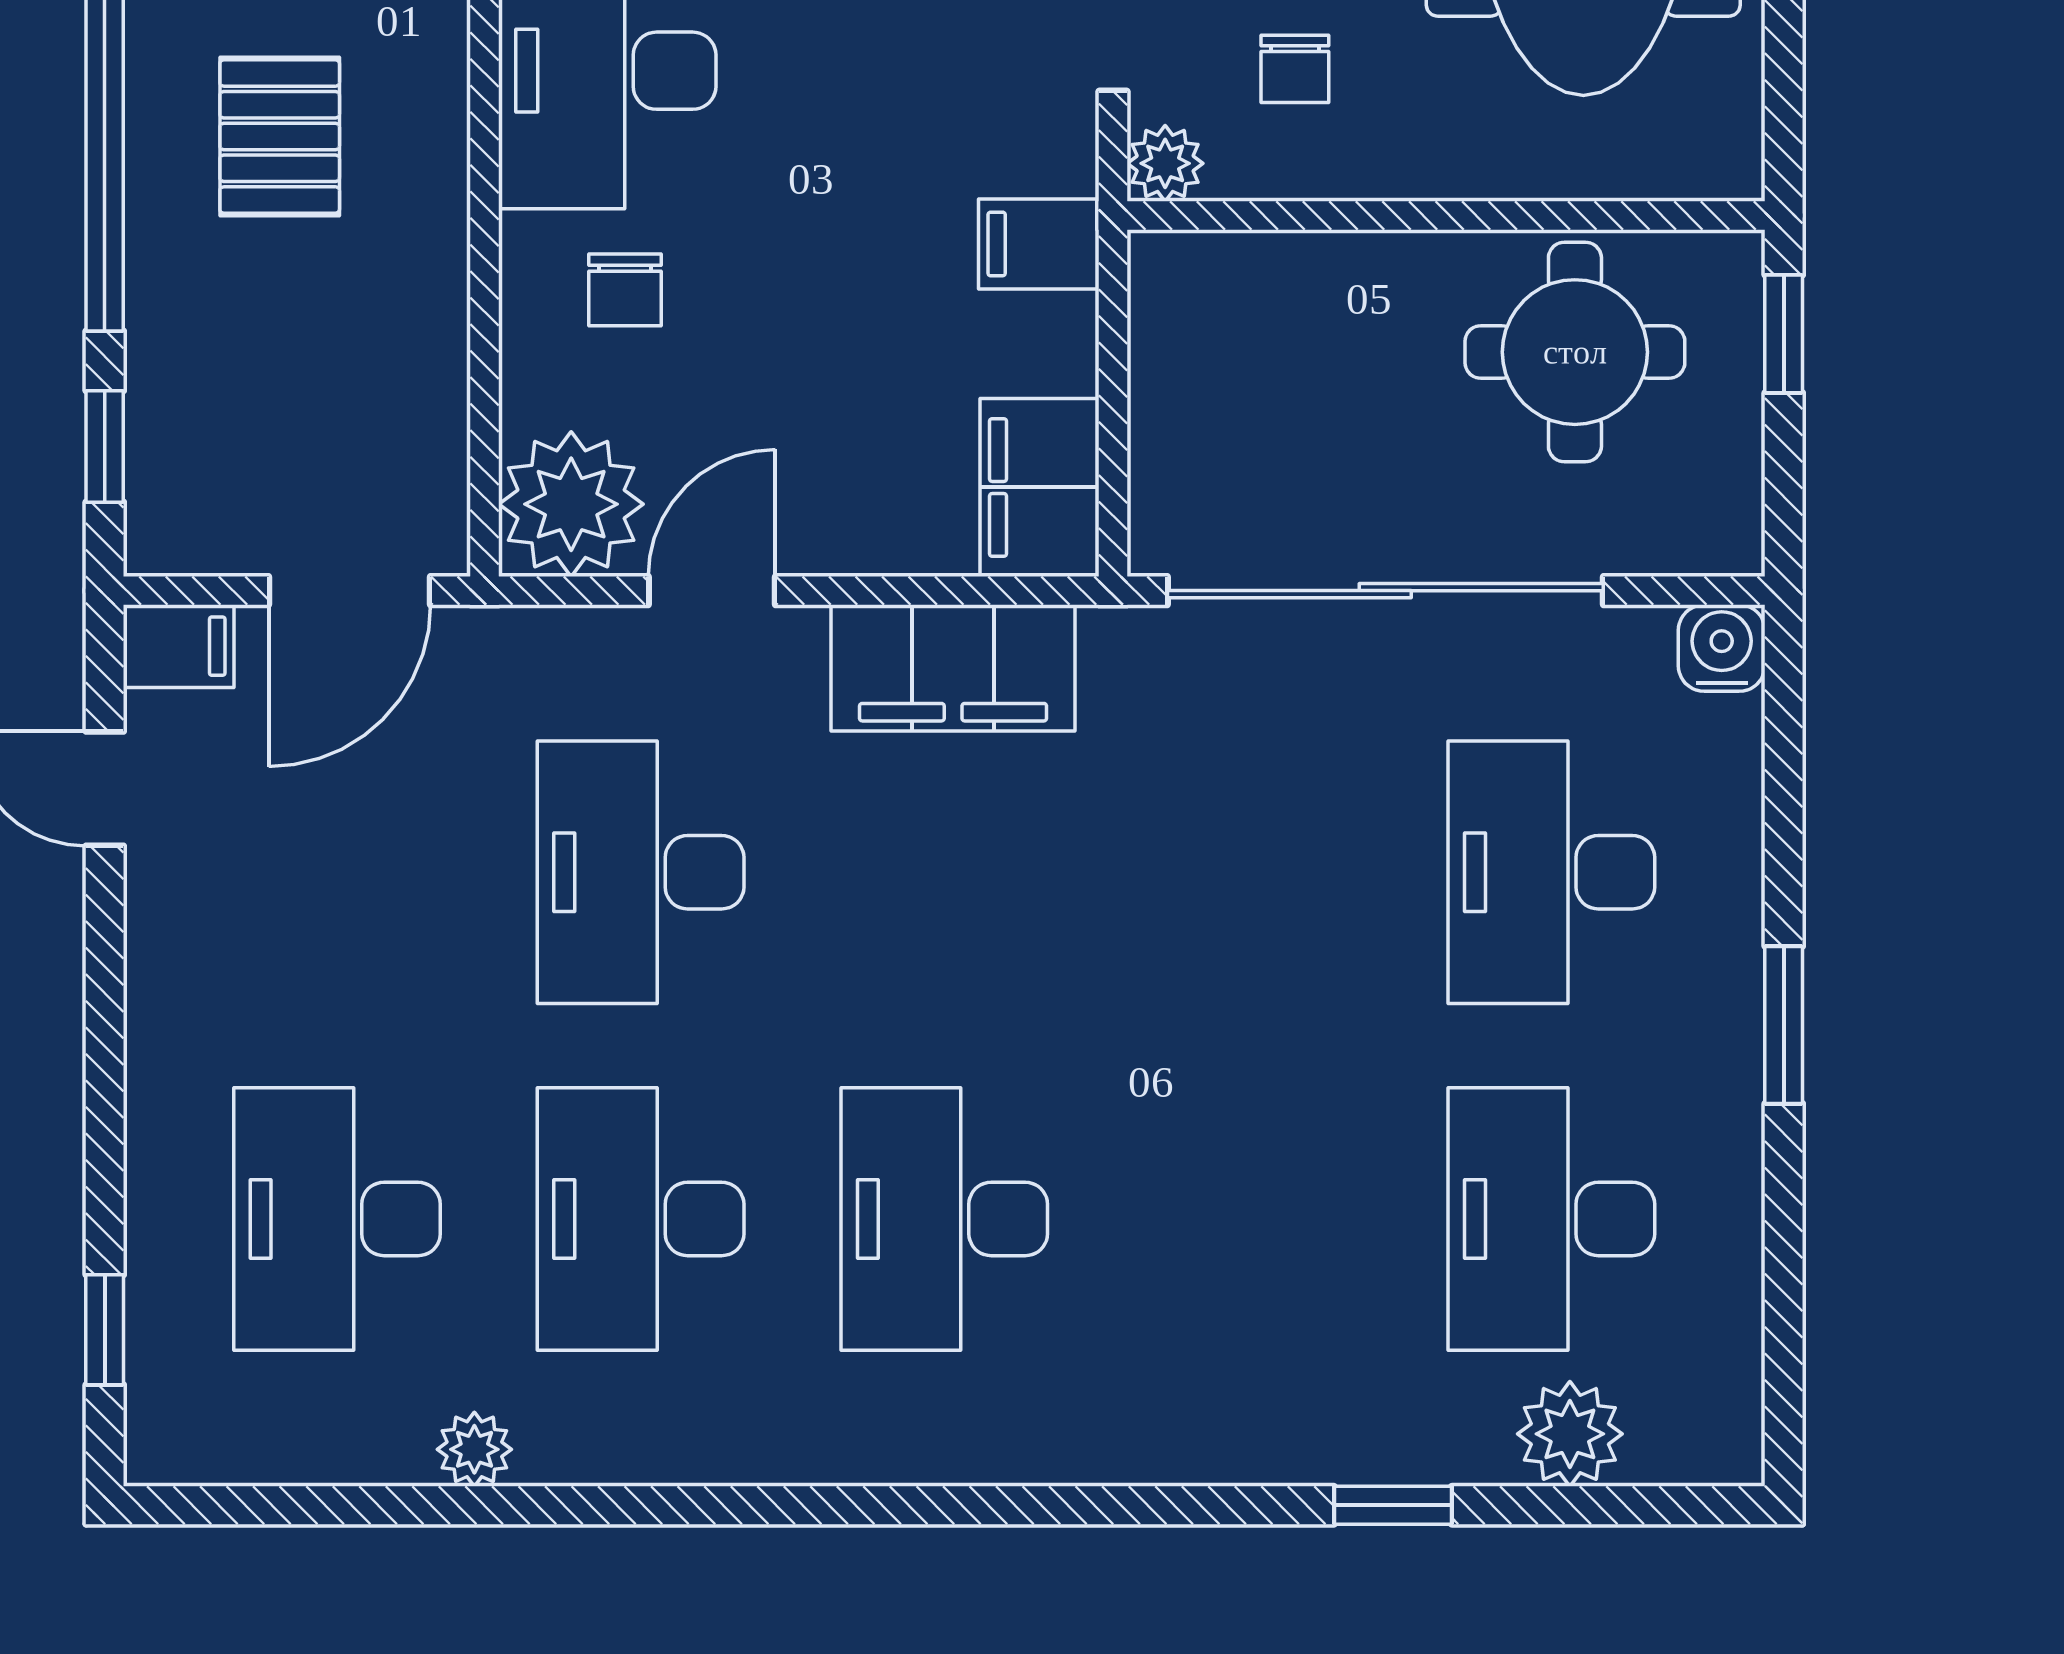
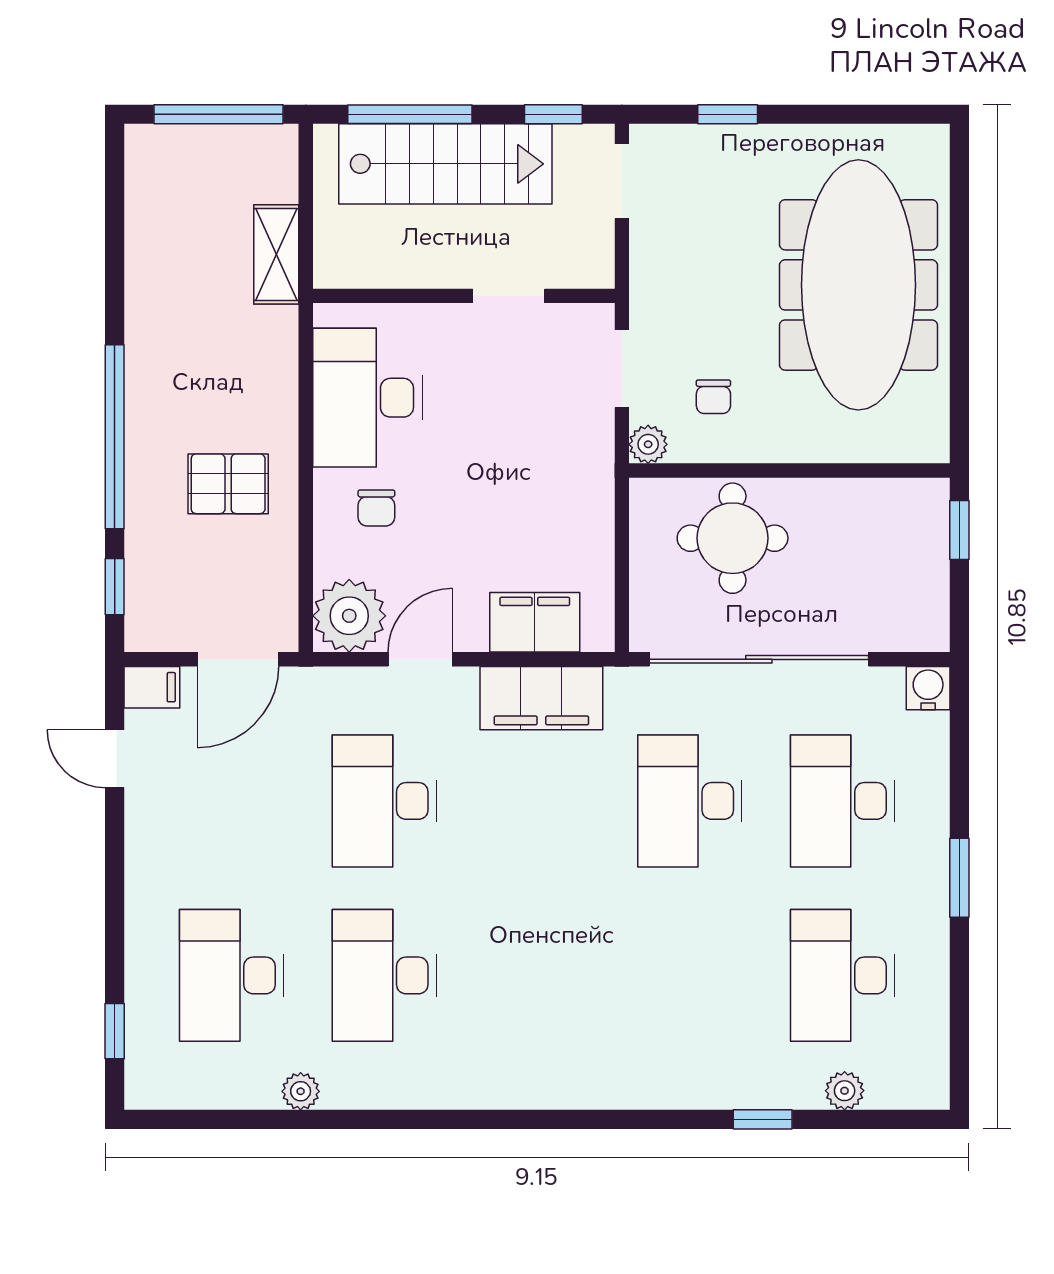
pallet: (280, 136) -> (228, 484), moved, turned 90
filing cabinet: (1039, 244) -> (585, 485), removed
round table: (1575, 352) -> (733, 538), moved
filing cabinet: (1040, 487) -> (535, 622), moved, turned 90
desk: (944, 1219) -> (690, 801), moved
plant: (1570, 1434) -> (845, 1091), width x0.73, depth x0.73

